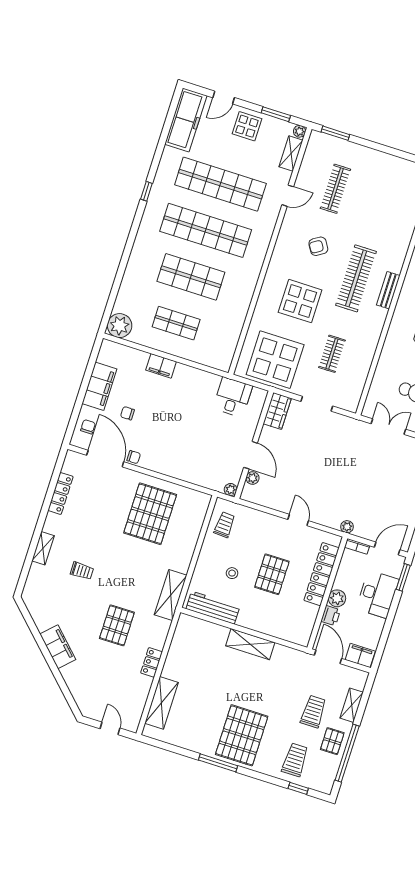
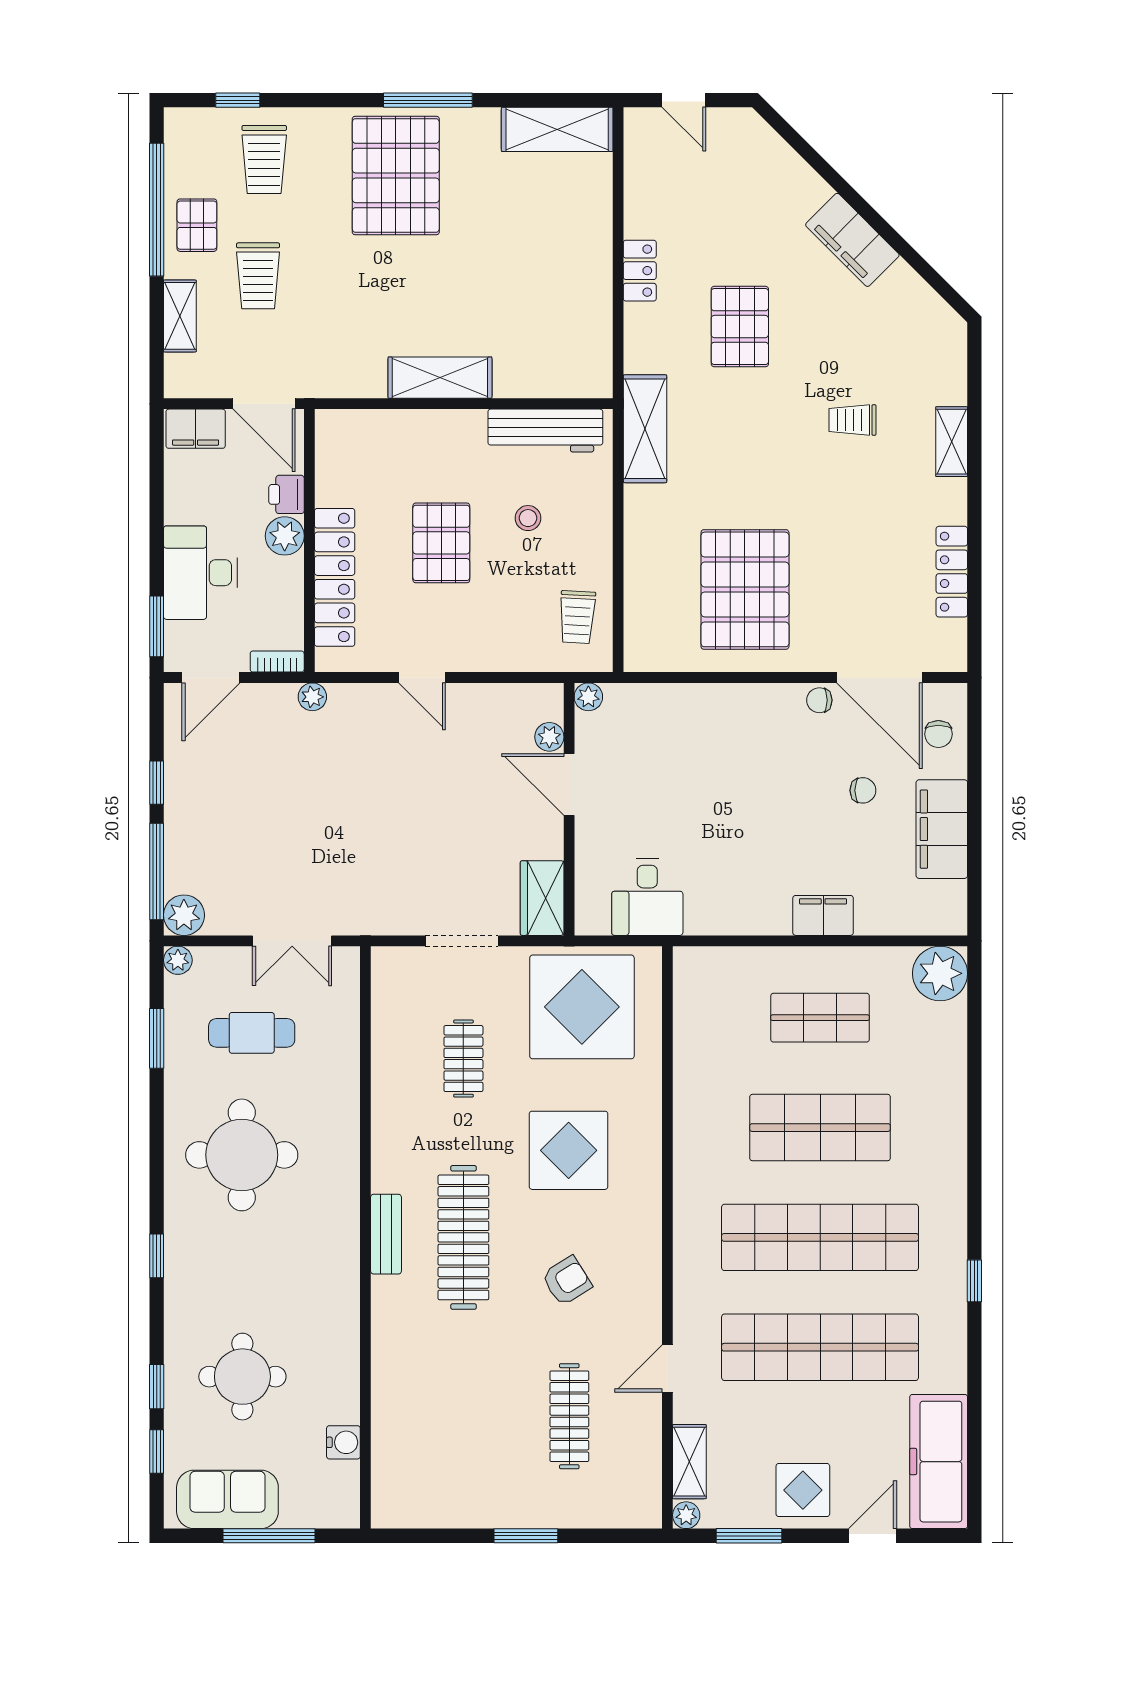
window: (335, 133) -> (526, 1536), moved
shelving: (161, 703) -> (557, 129), moved, turned 90

